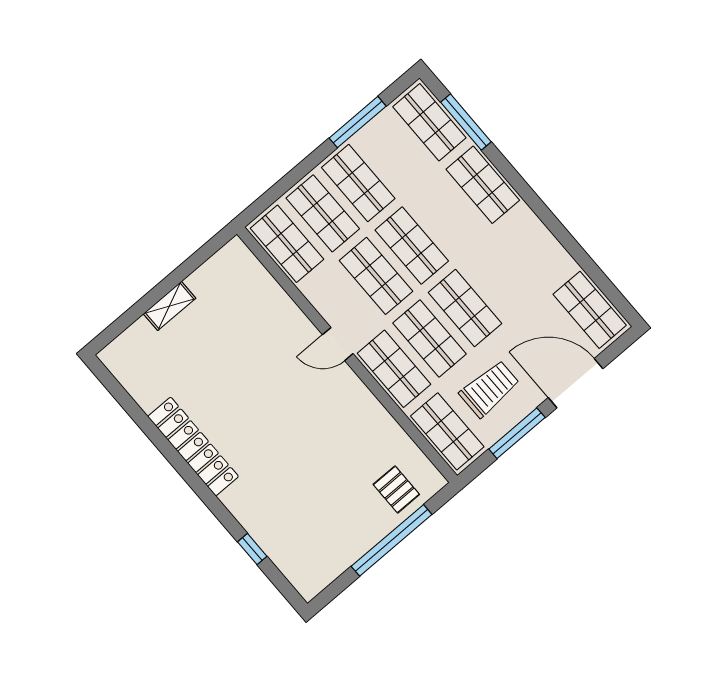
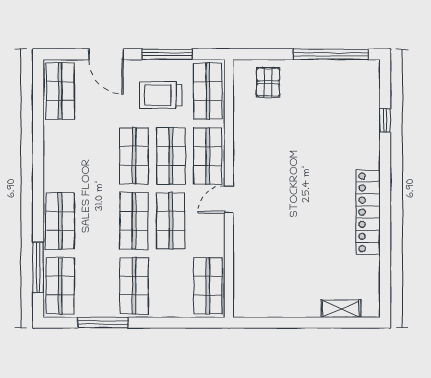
shop shelf: (323, 213) -> (171, 286), removed
shelving: (170, 306) -> (341, 309), moved
door: (338, 344) -> (229, 199), swing flipped
door: (576, 383) -> (106, 54), width x0.73
window: (392, 540) -> (331, 54), moved

